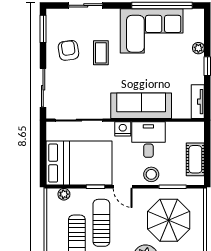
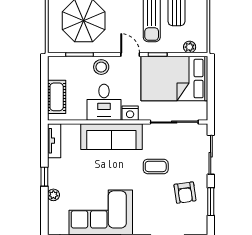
window: (43, 29) -> (211, 202), moved
coffee table: (101, 53) -> (156, 166), moved, turned 90
cot: (195, 159) -> (57, 97), moved

